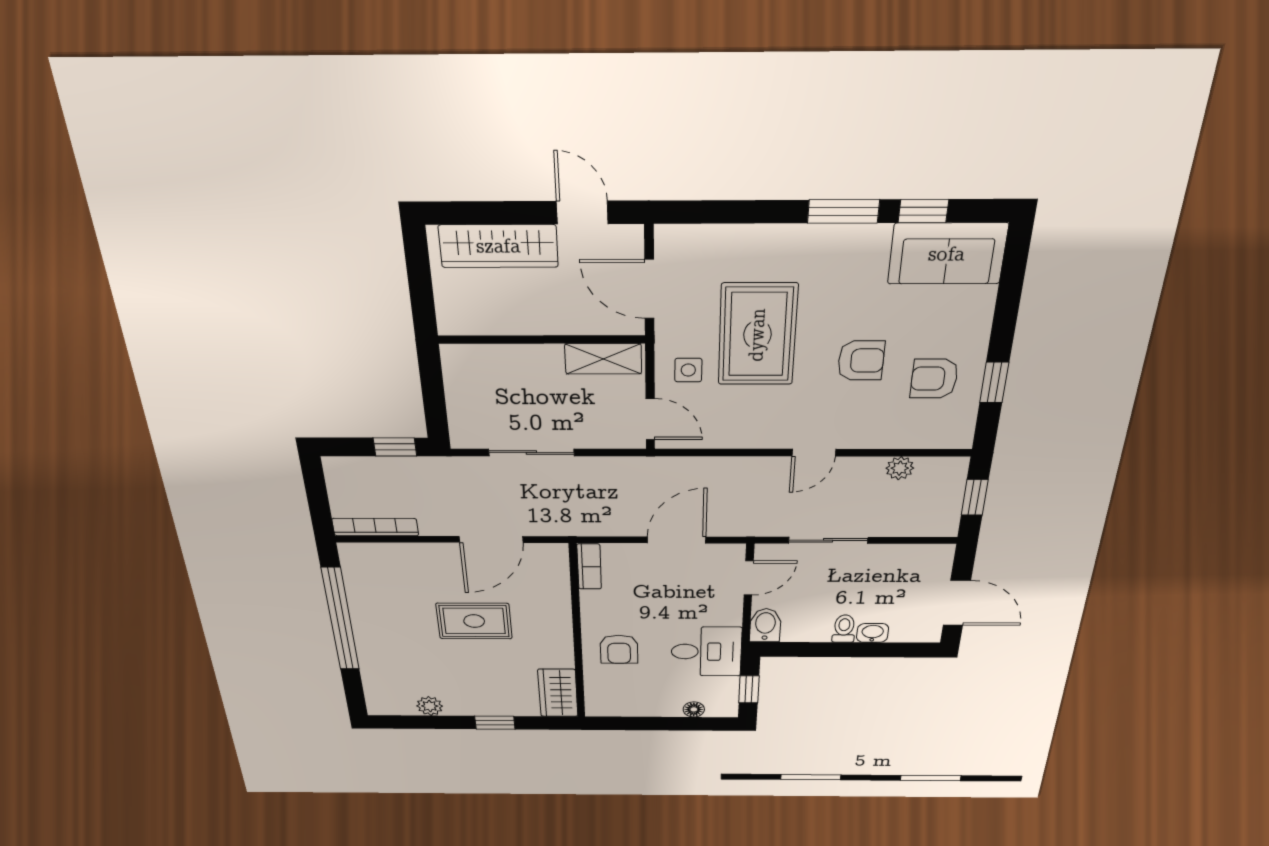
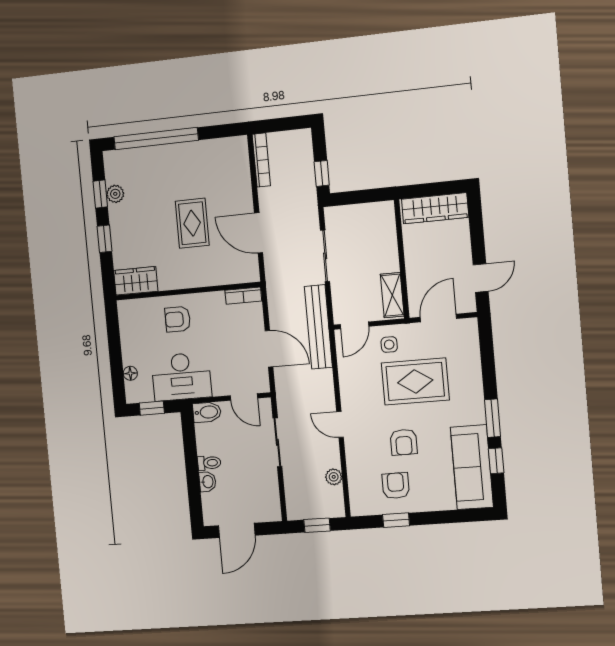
wardrobe: (498, 246) -> (435, 208), moved, turned -90
sofa: (947, 254) -> (472, 467), width x1.36
bench: (648, 471) -> (318, 327), added
window: (340, 619) -> (156, 139), moved
desk: (706, 652) -> (181, 377), width x1.37
window: (430, 722) -> (100, 194), added

